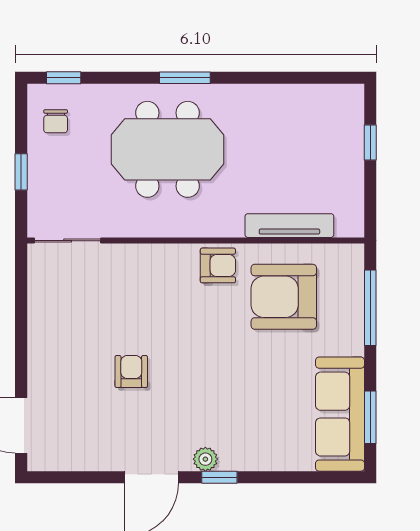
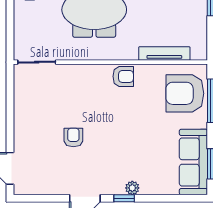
window: (21, 172) -> (10, 23), removed
armchair: (284, 297) -> (185, 93), moved
plant: (205, 459) -> (132, 188), moved

